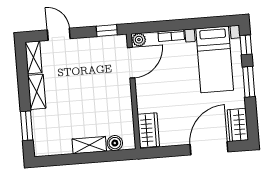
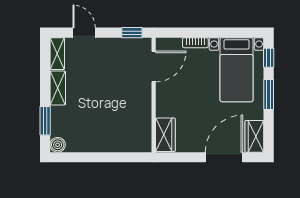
plant: (139, 40) -> (163, 44), removed
boiler: (115, 143) -> (58, 145), moved
shelving: (89, 145) -> (106, 145), removed

